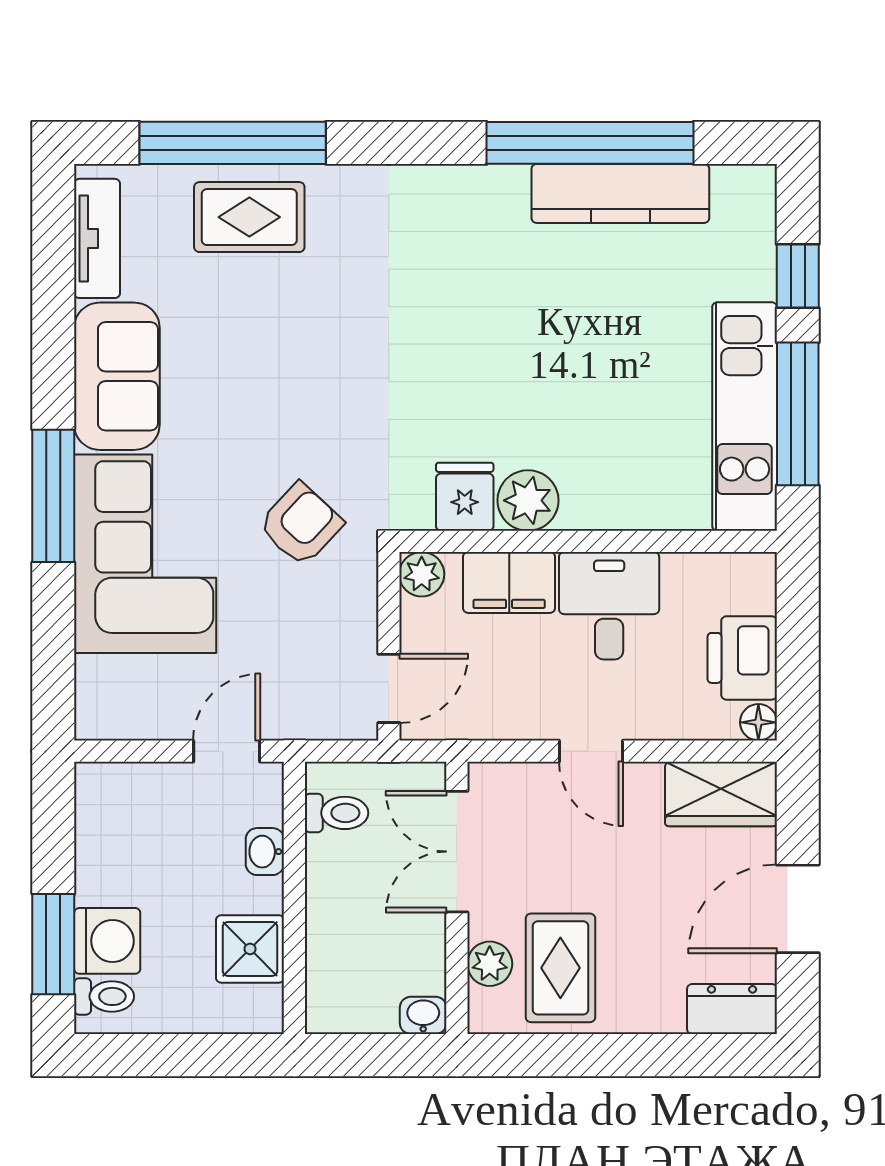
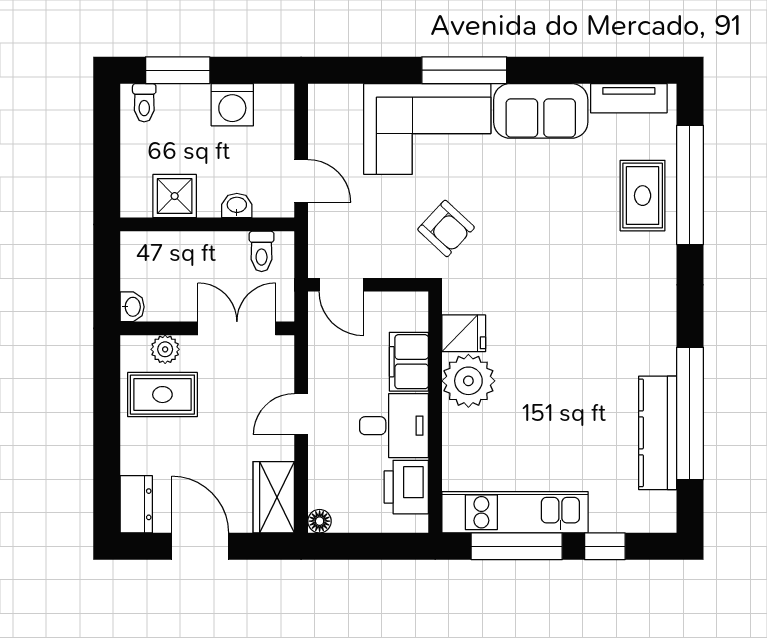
plant: (528, 500) -> (468, 381), width x1.36, depth x1.36
plant: (422, 574) -> (414, 306), removed
printer: (742, 658) -> (406, 487), moved, turned -90
washing machine: (107, 941) -> (232, 105), moved

